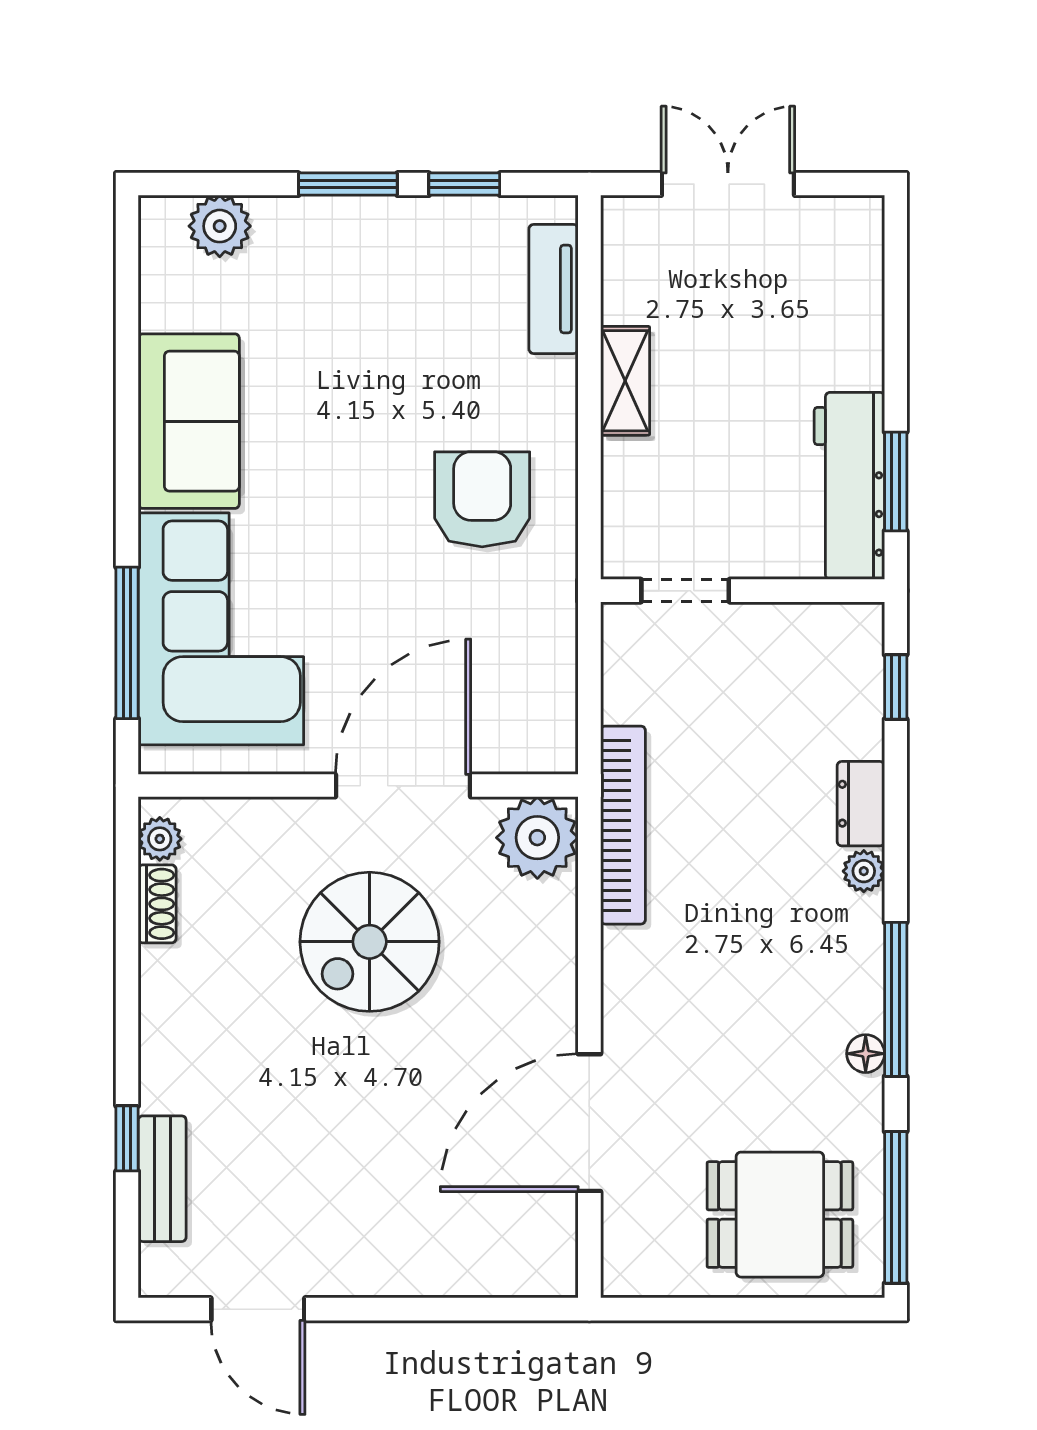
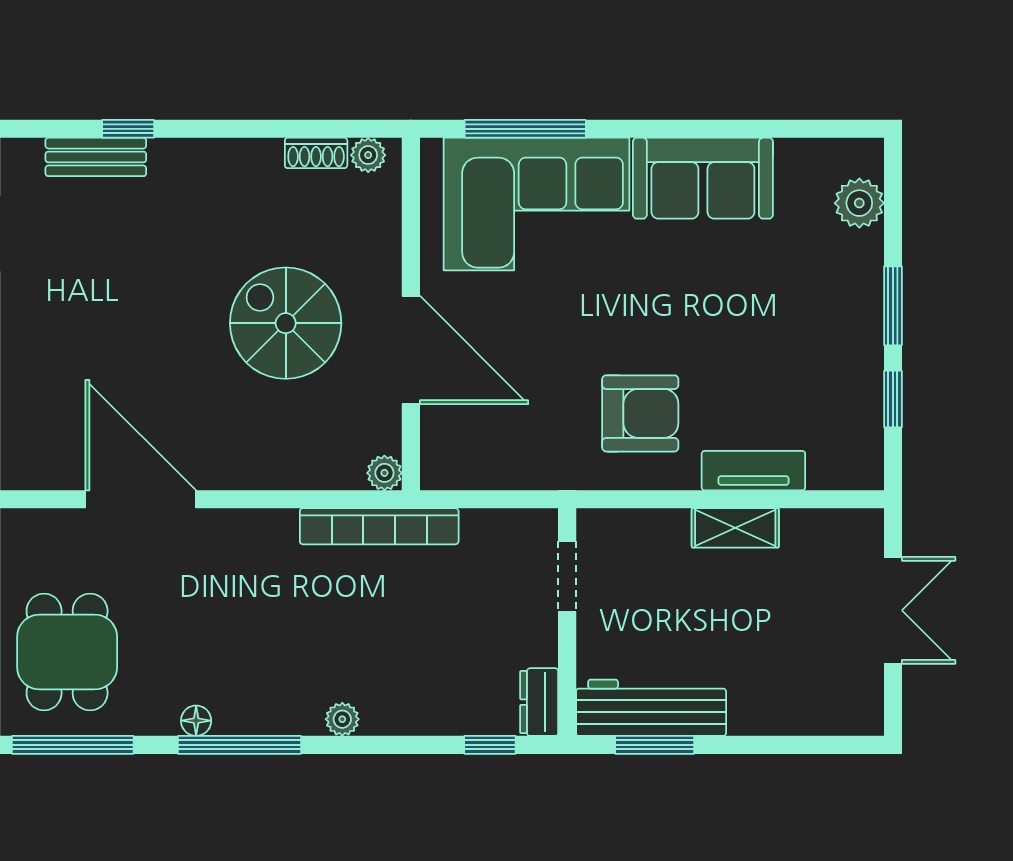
tv unit: (554, 289) -> (753, 471), moved
dresser: (861, 804) -> (539, 702), moved, turned -90
plant: (537, 838) -> (384, 473), width x0.53, depth x0.53

